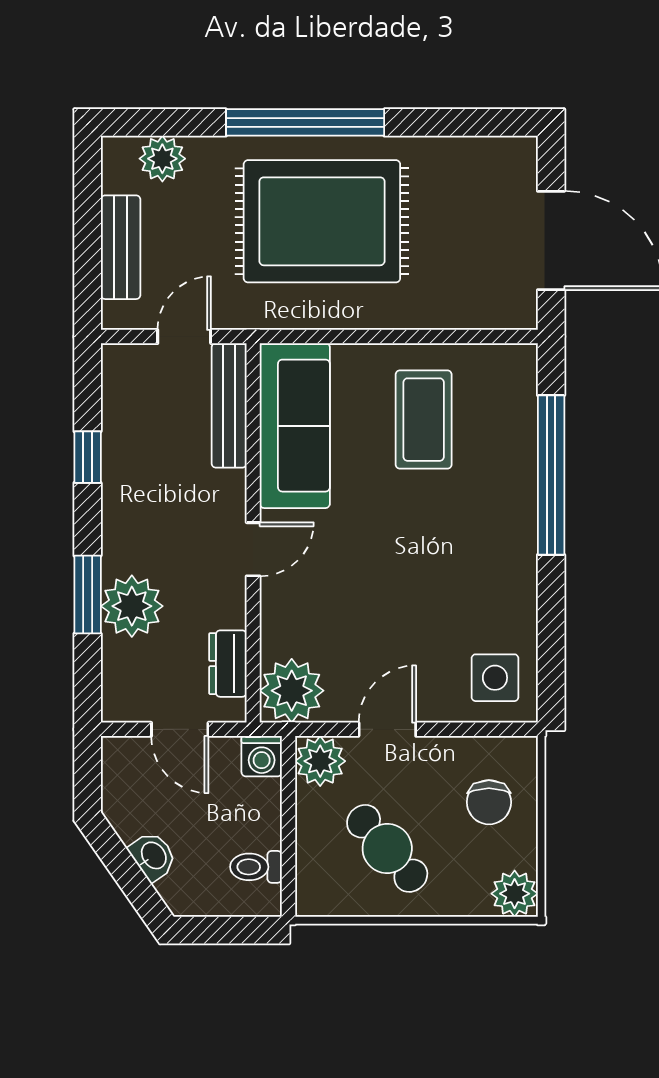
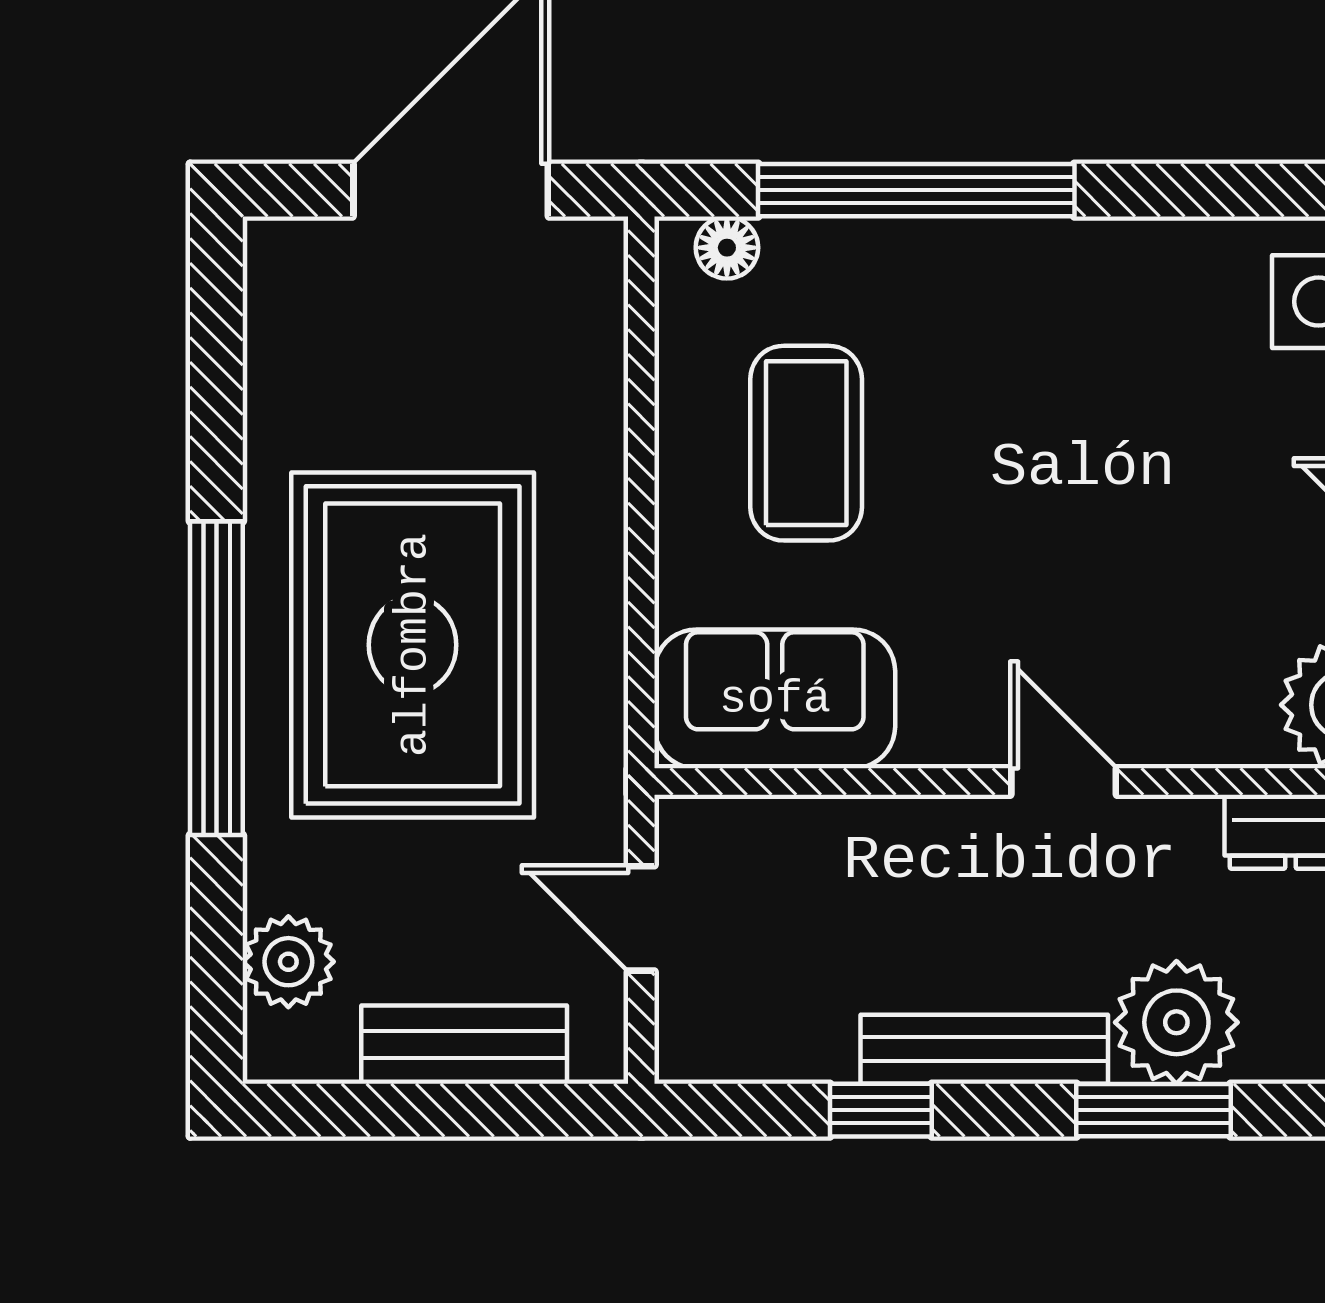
floor lamp: (522, 380) -> (727, 248), added
bench: (229, 405) -> (984, 1049), moved
coffee table: (424, 420) -> (806, 443), turned 90
sofa: (295, 426) -> (775, 699), width x0.73

